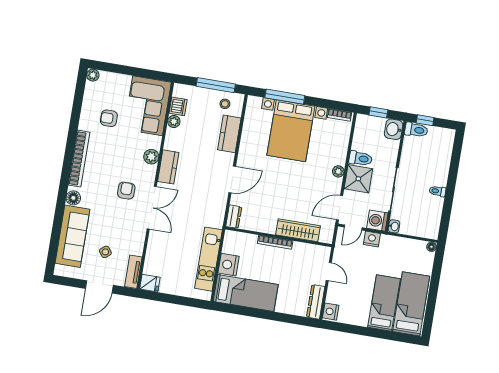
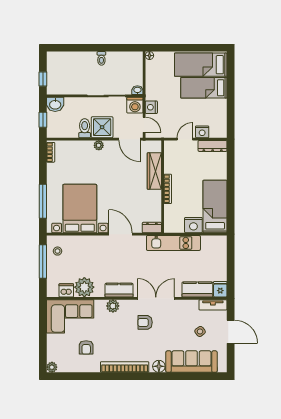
plant: (174, 121) -> (84, 287), width x1.87, depth x1.87
toilet: (416, 130) -> (52, 85), removed
bed with nightstands: (291, 131) -> (80, 209), moved, turned -90
kitchen counter: (229, 134) -> (197, 289), moved, turned 180
kitchen unit: (208, 259) -> (173, 243), moved
nightstand: (331, 312) -> (202, 132), moved

